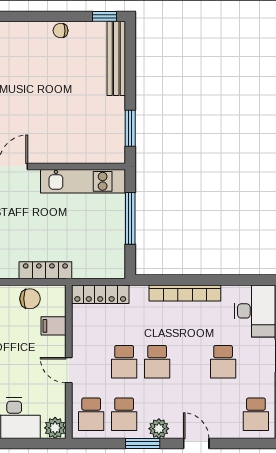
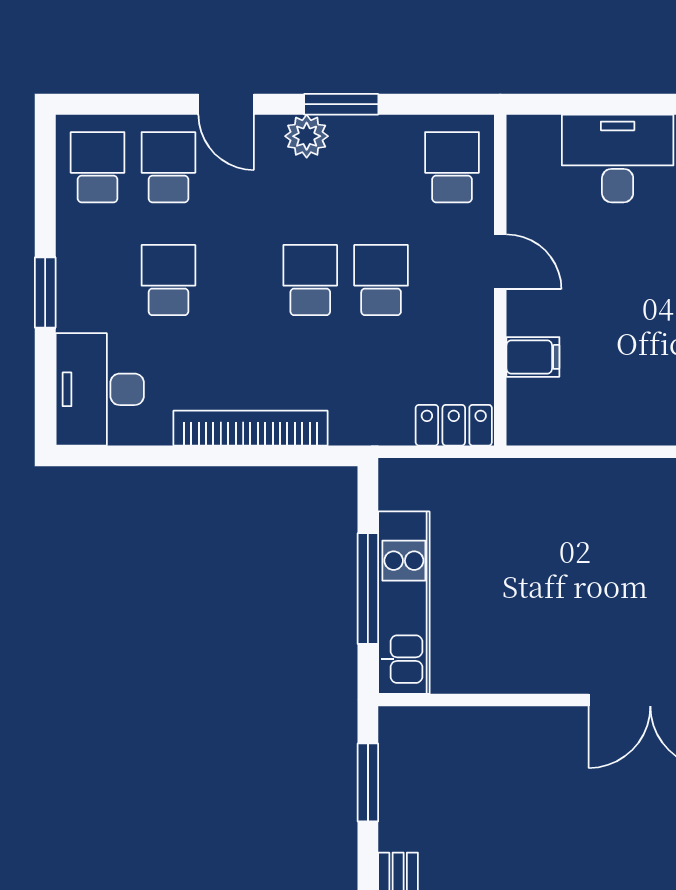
kitchen unit: (83, 181) -> (404, 603), moved, turned 90
locker: (45, 270) -> (550, 477), removed
locker: (100, 294) -> (454, 425), width x0.66
chair: (30, 299) -> (584, 416), removed
school desk: (124, 414) -> (168, 167), moved
plant: (55, 428) -> (530, 138), removed

